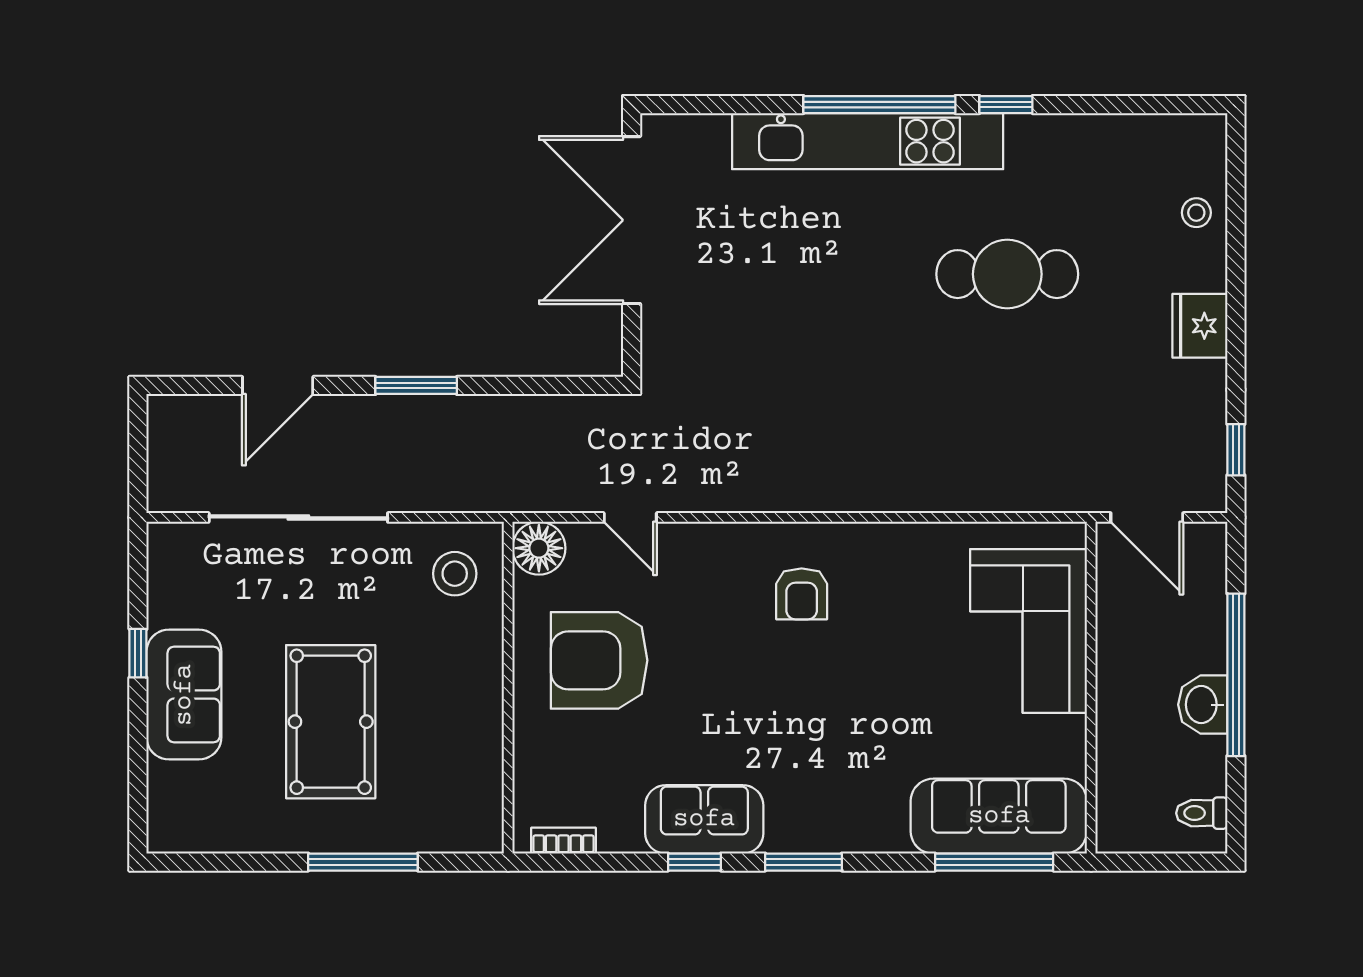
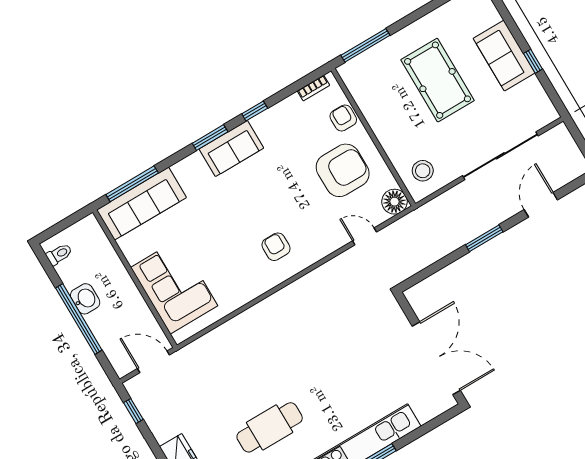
armchair: (542, 754) -> (343, 118), added
sofa: (704, 819) -> (231, 148), moved
window: (363, 862) -> (365, 45), moved

